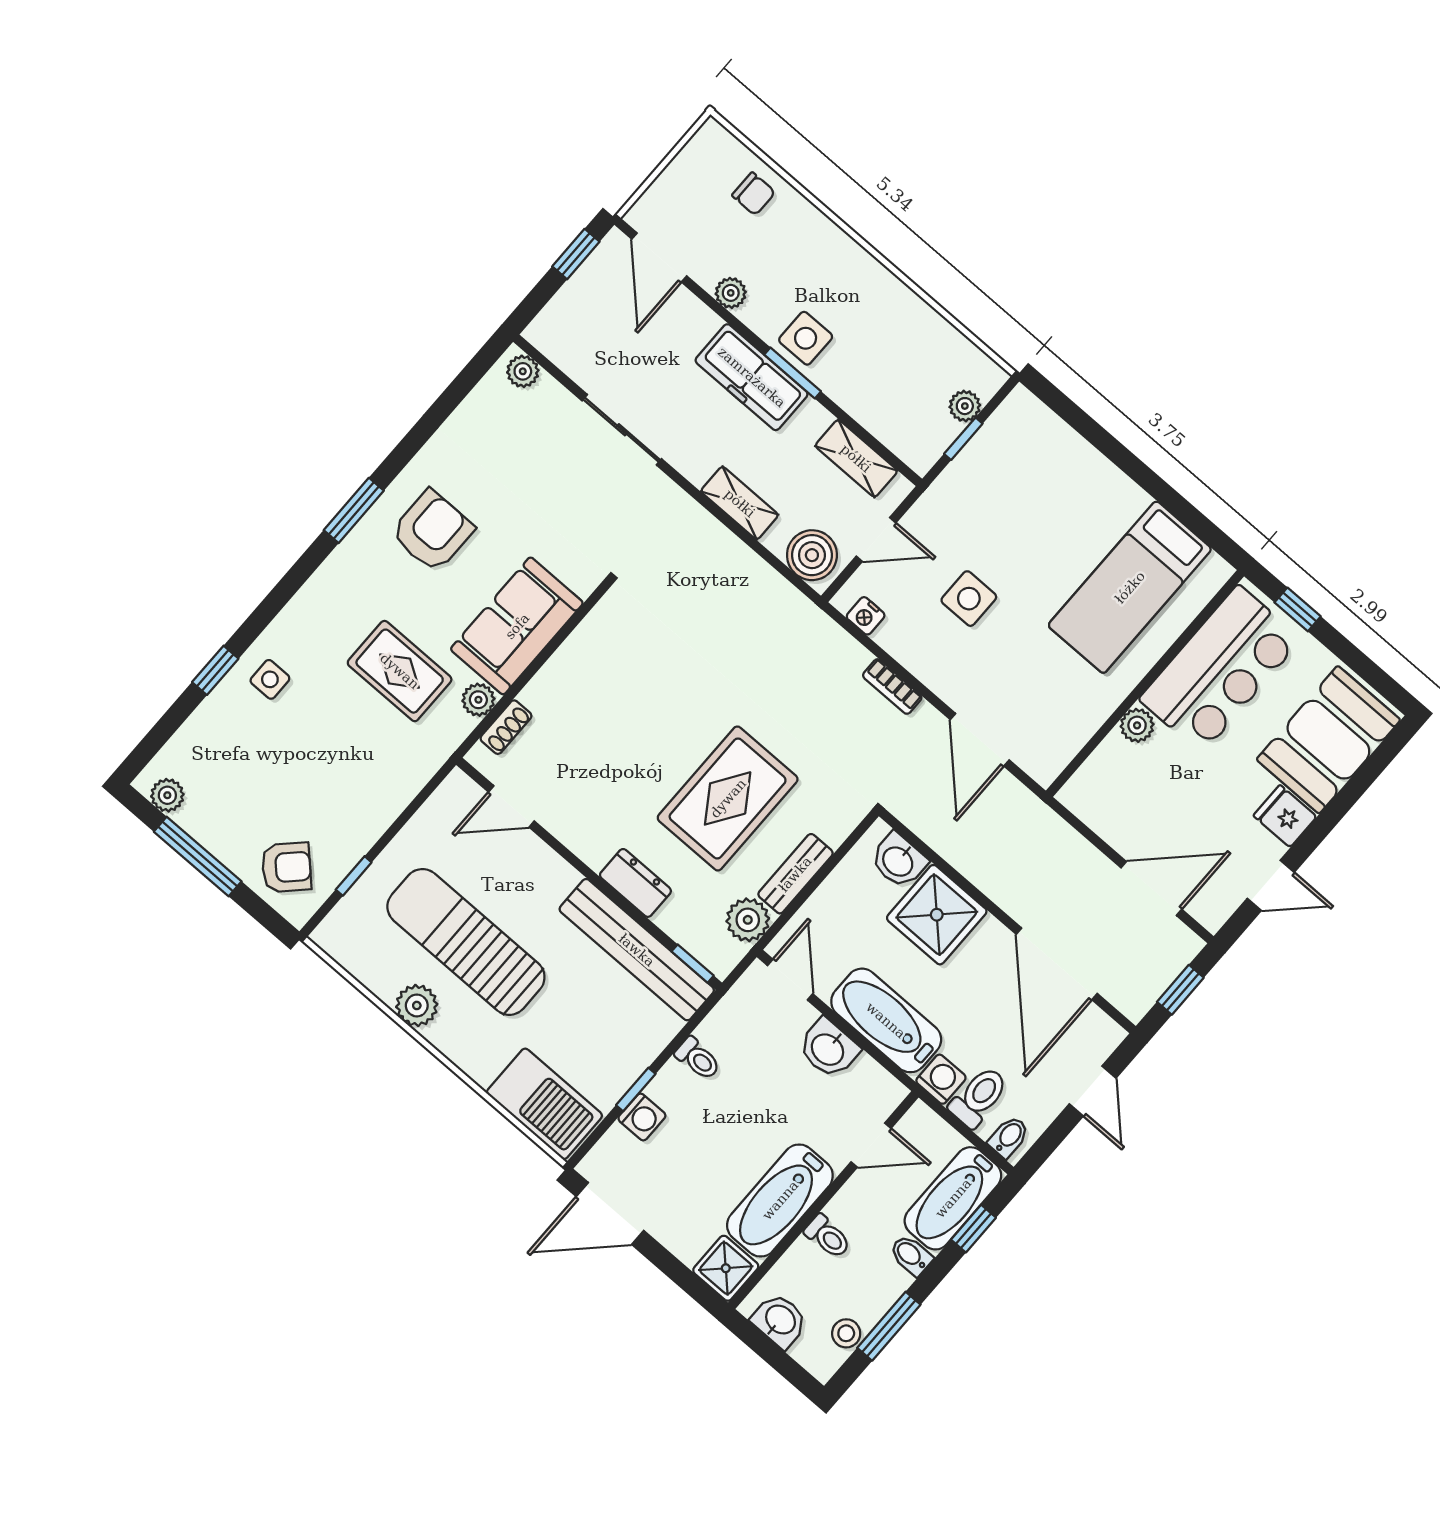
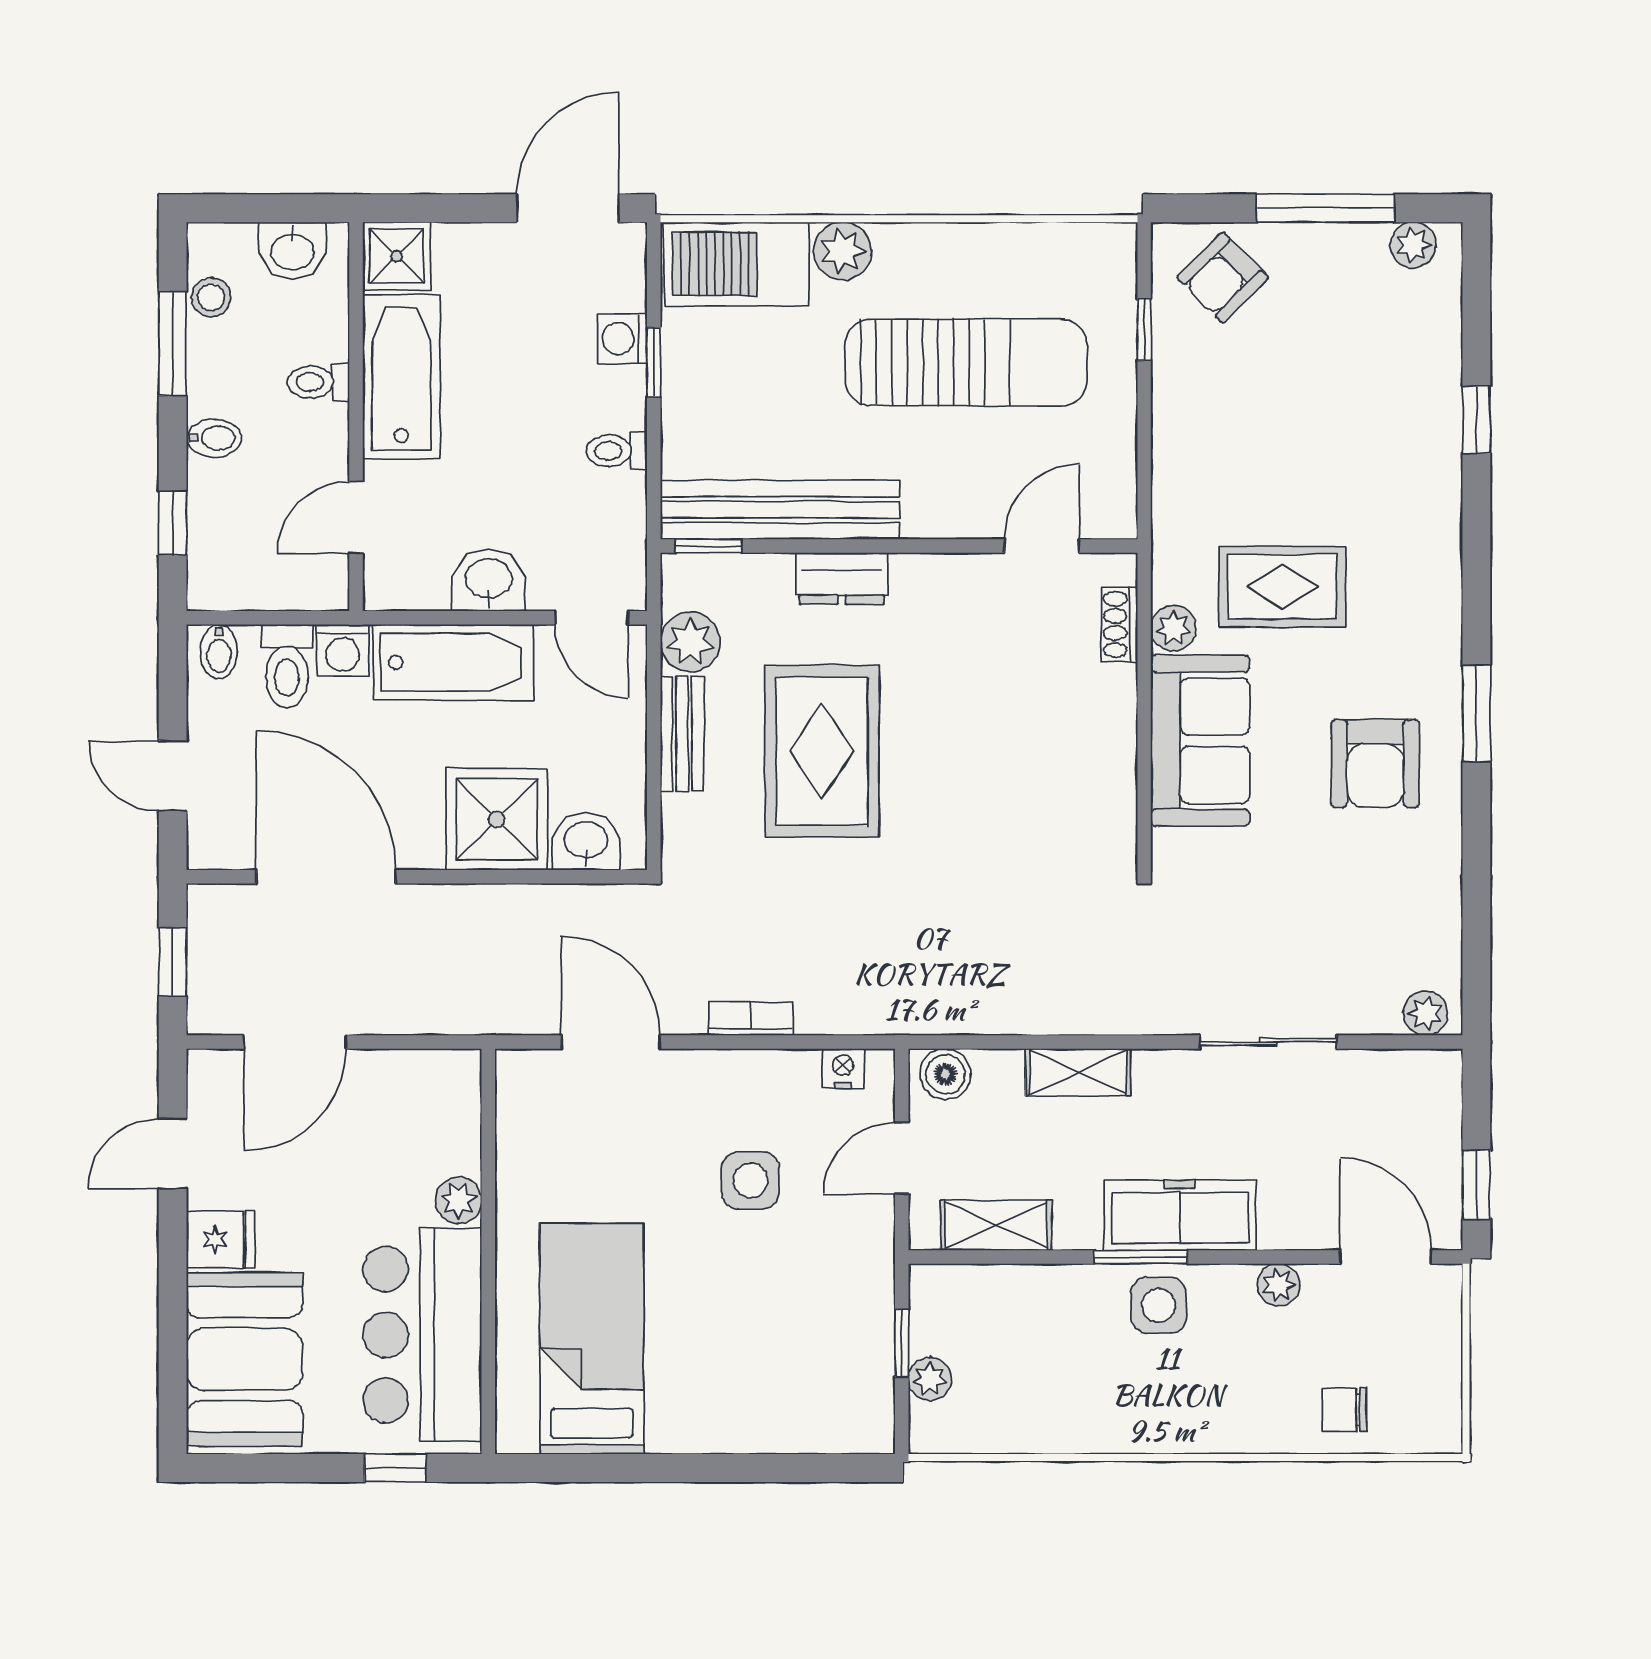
boiler: (812, 555) -> (945, 1074), width x0.73, depth x0.73
side table: (270, 679) -> (1411, 460), removed
plant: (417, 1005) -> (843, 251), moved
bathtub: (953, 1198) -> (222, 536), removed

